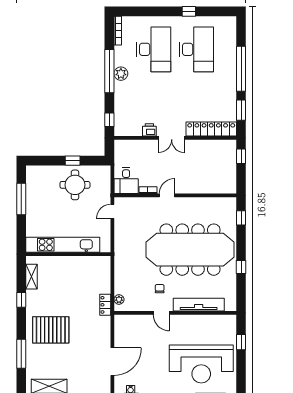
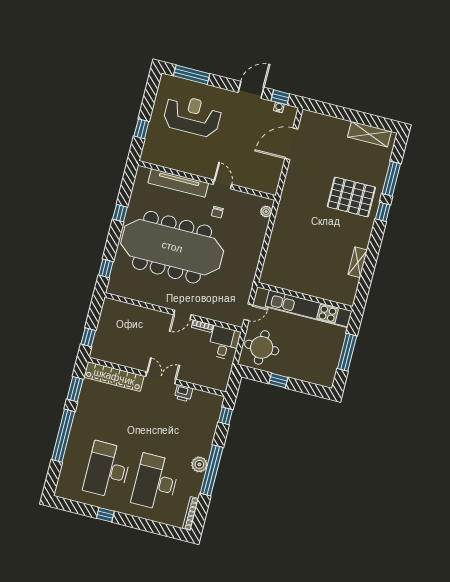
round table: (75, 185) -> (262, 347), moved
kitchen unit: (63, 245) -> (309, 309), moved
wall: (68, 254) -> (305, 297), moved
window: (21, 300) -> (383, 212), moved
locker: (105, 305) -> (283, 209), removed
reception desk: (201, 364) -> (192, 116), width x0.74, depth x0.77

